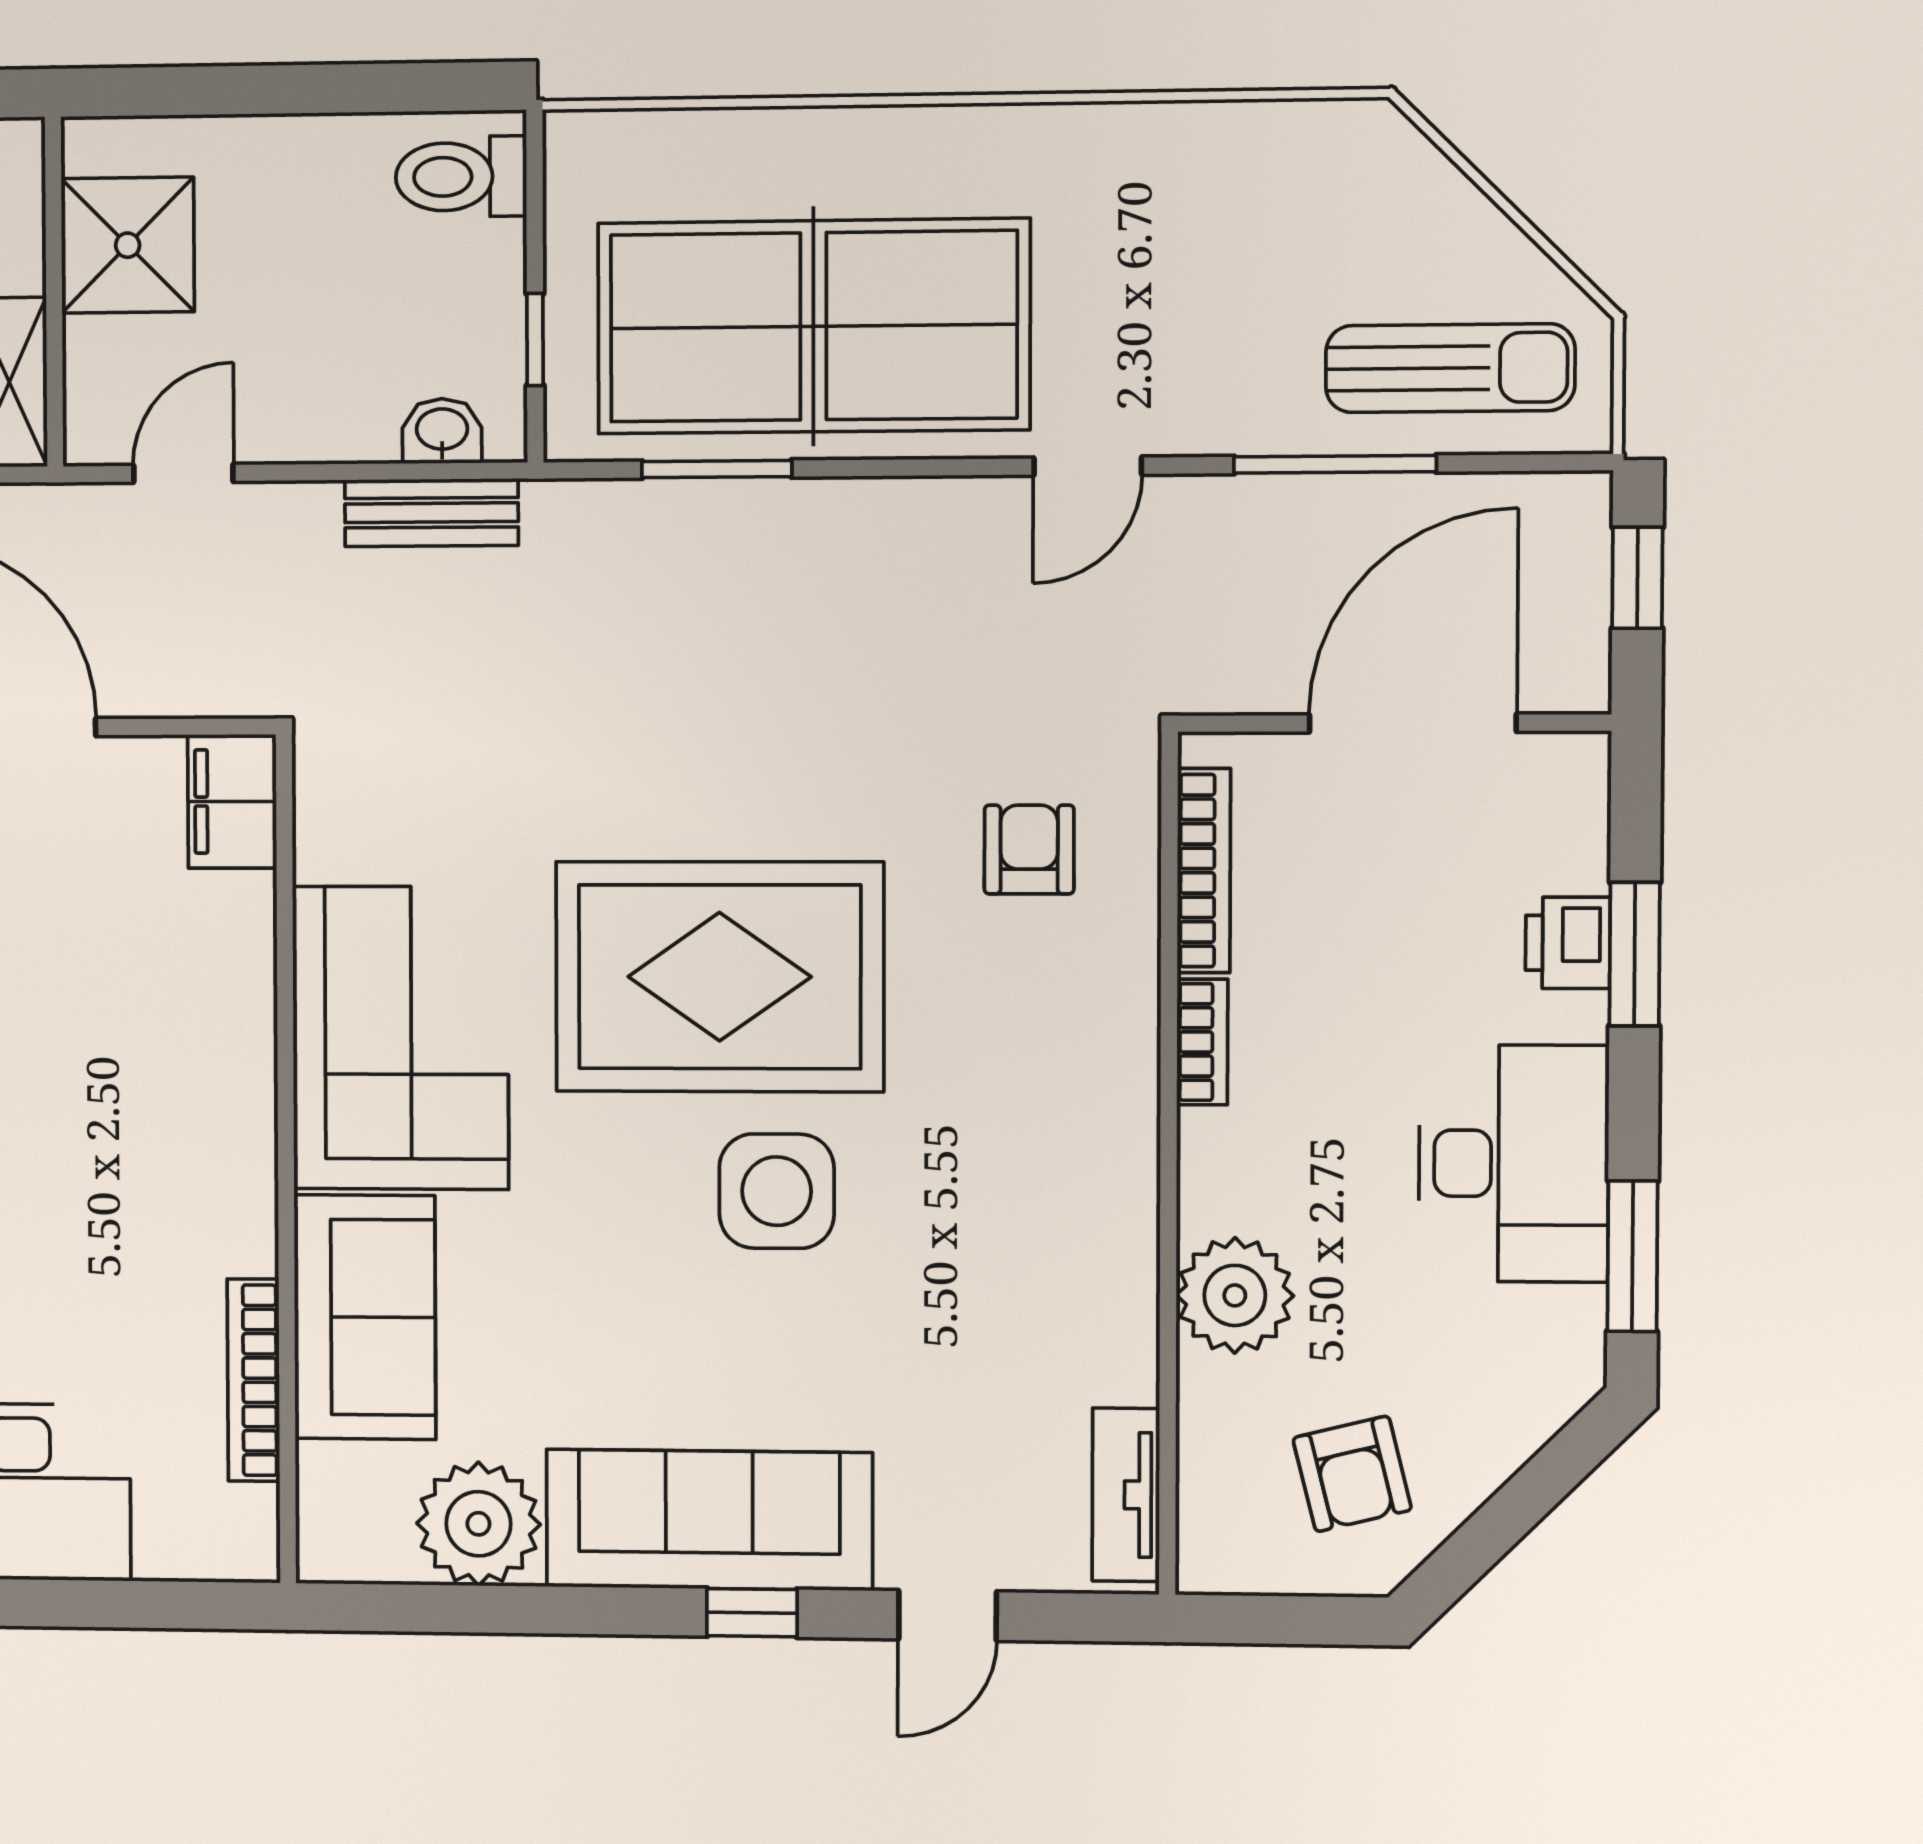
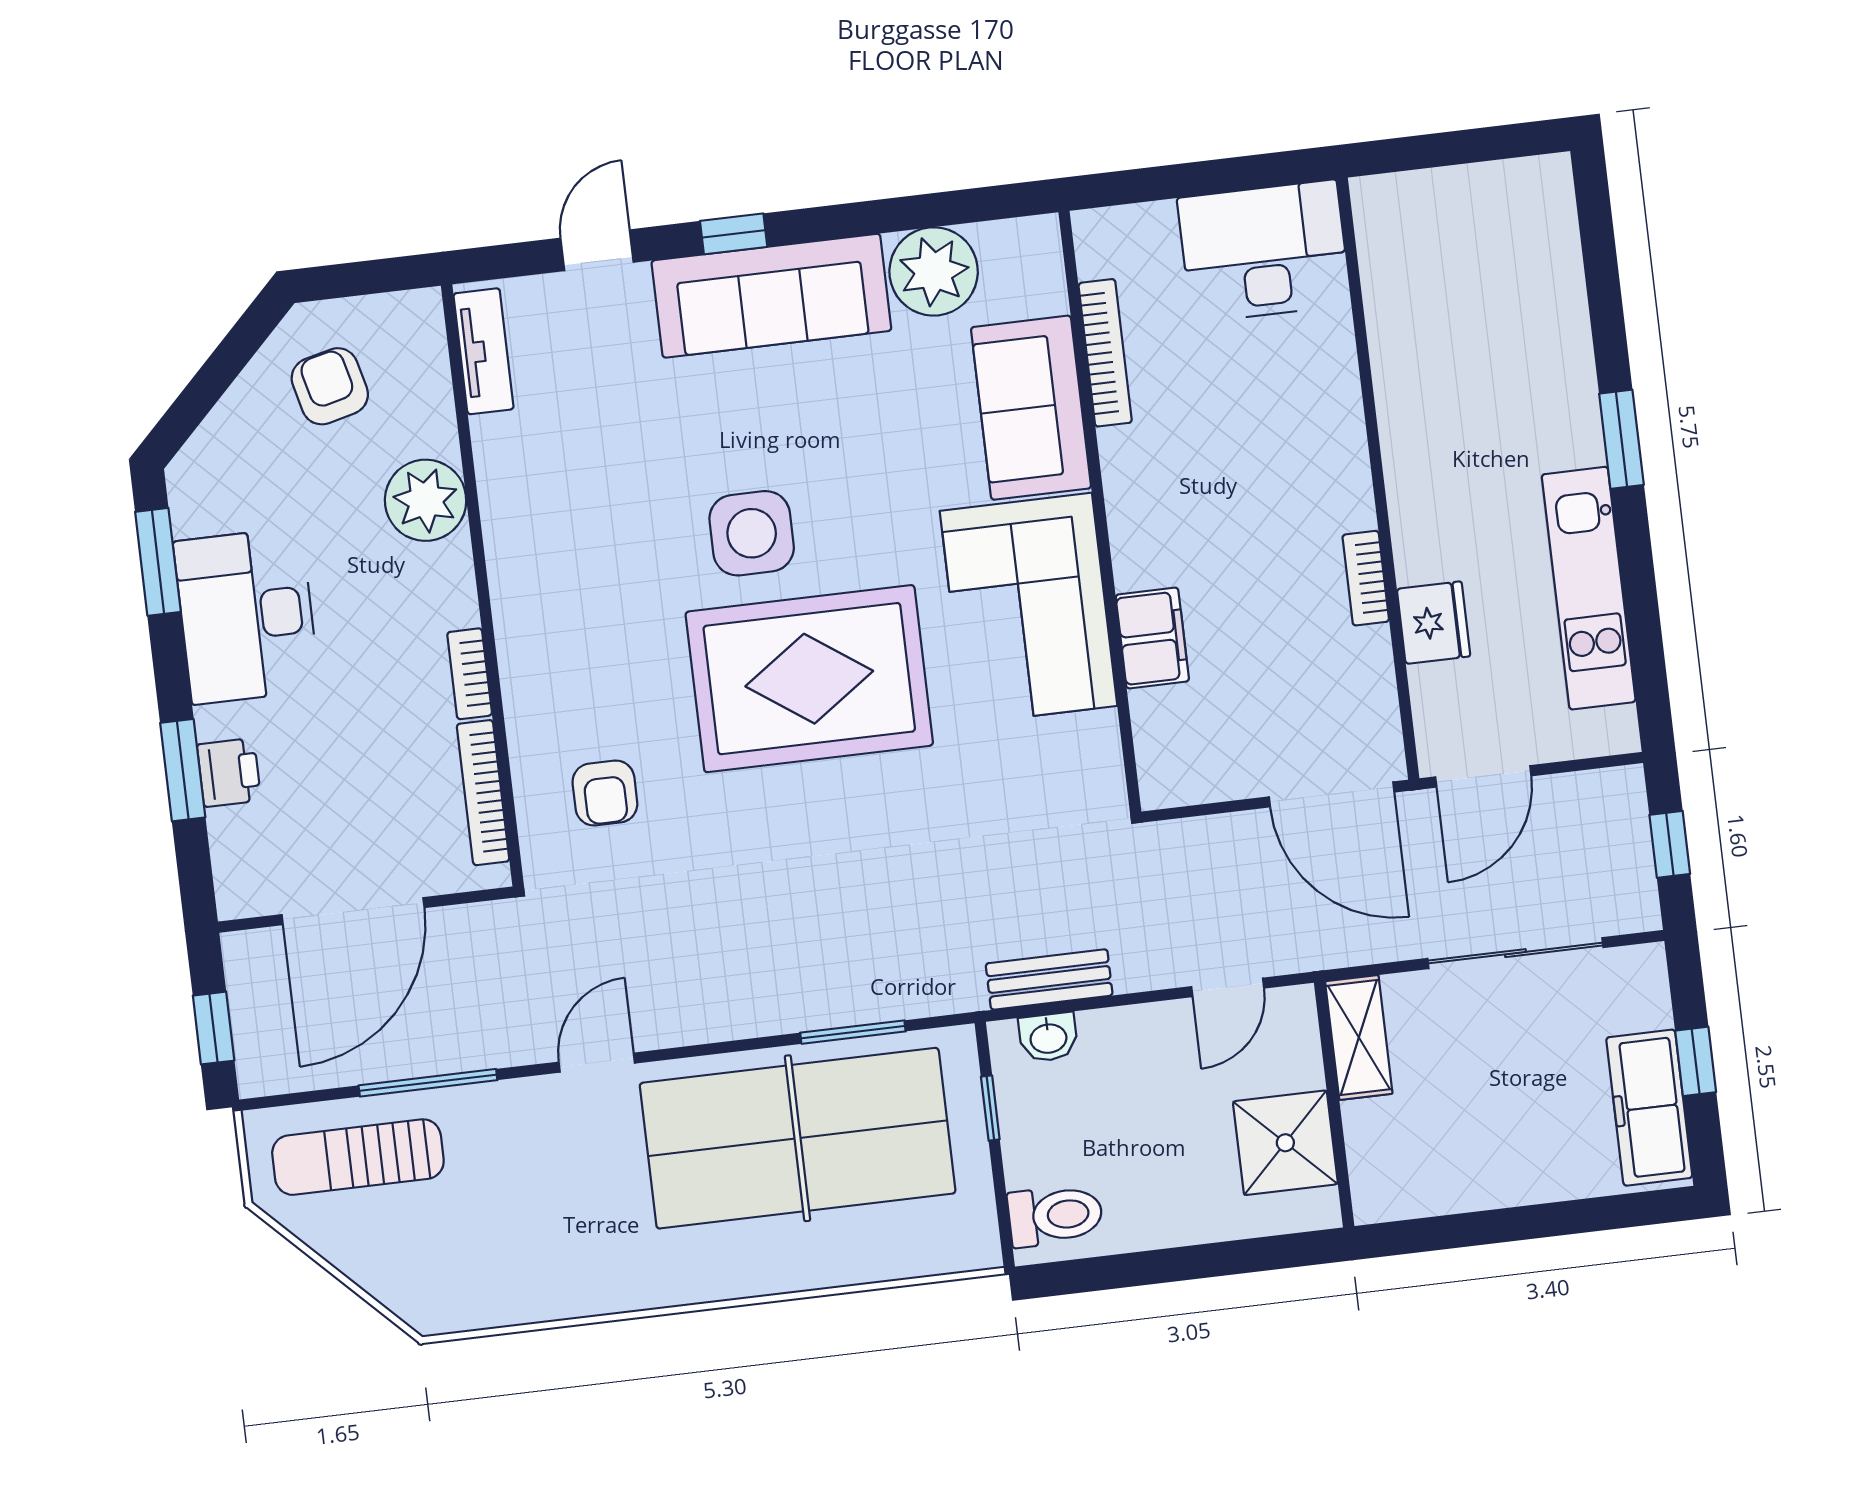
filing cabinet: (232, 801) -> (1152, 638), moved

